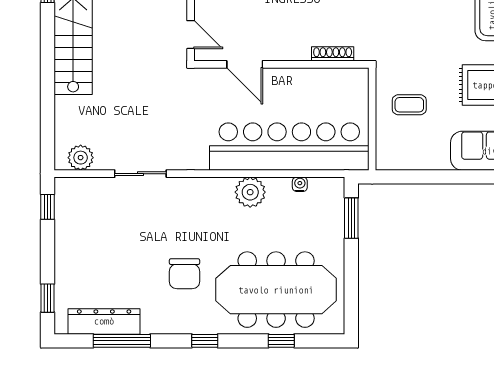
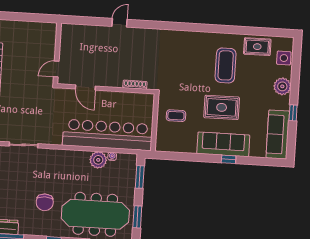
door: (191, 35) -> (56, 69), swing flipped
plant: (250, 192) -> (98, 160), moved
window: (351, 289) -> (137, 217), added

